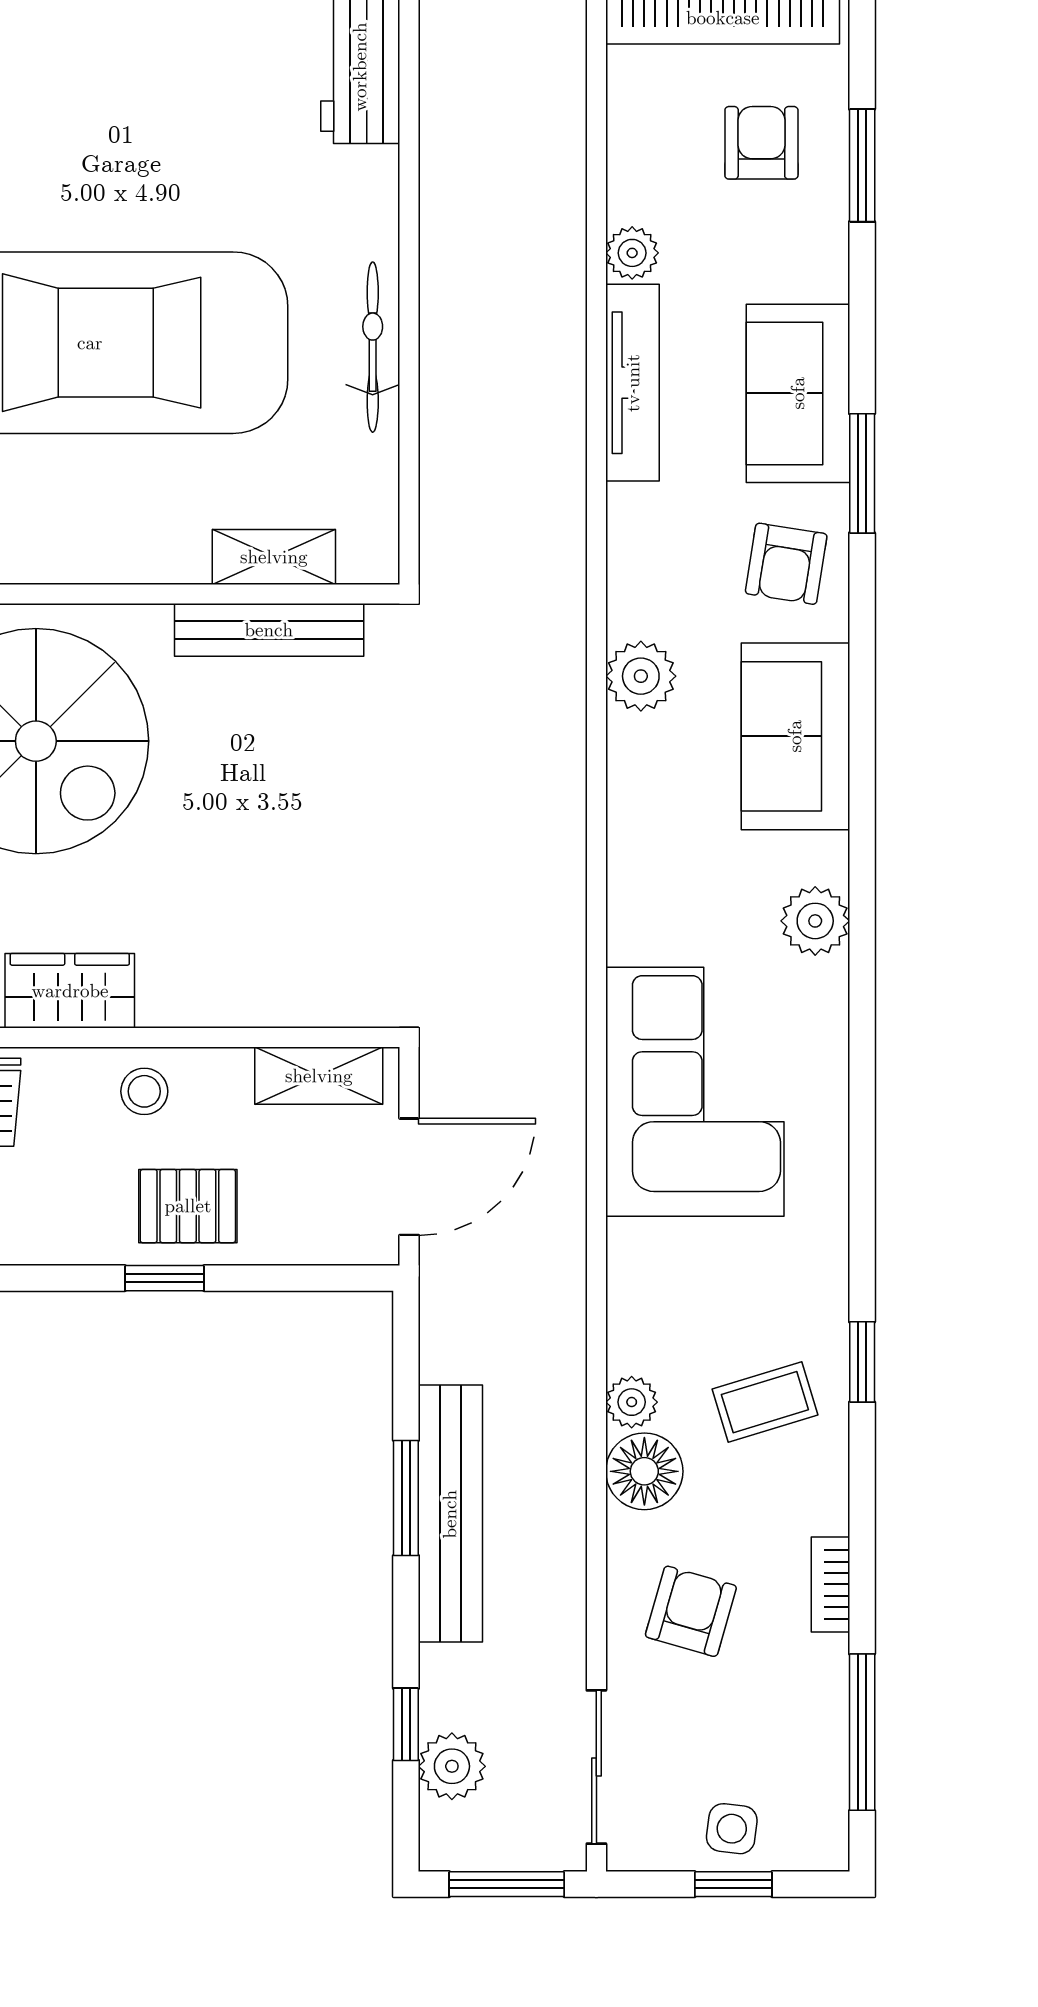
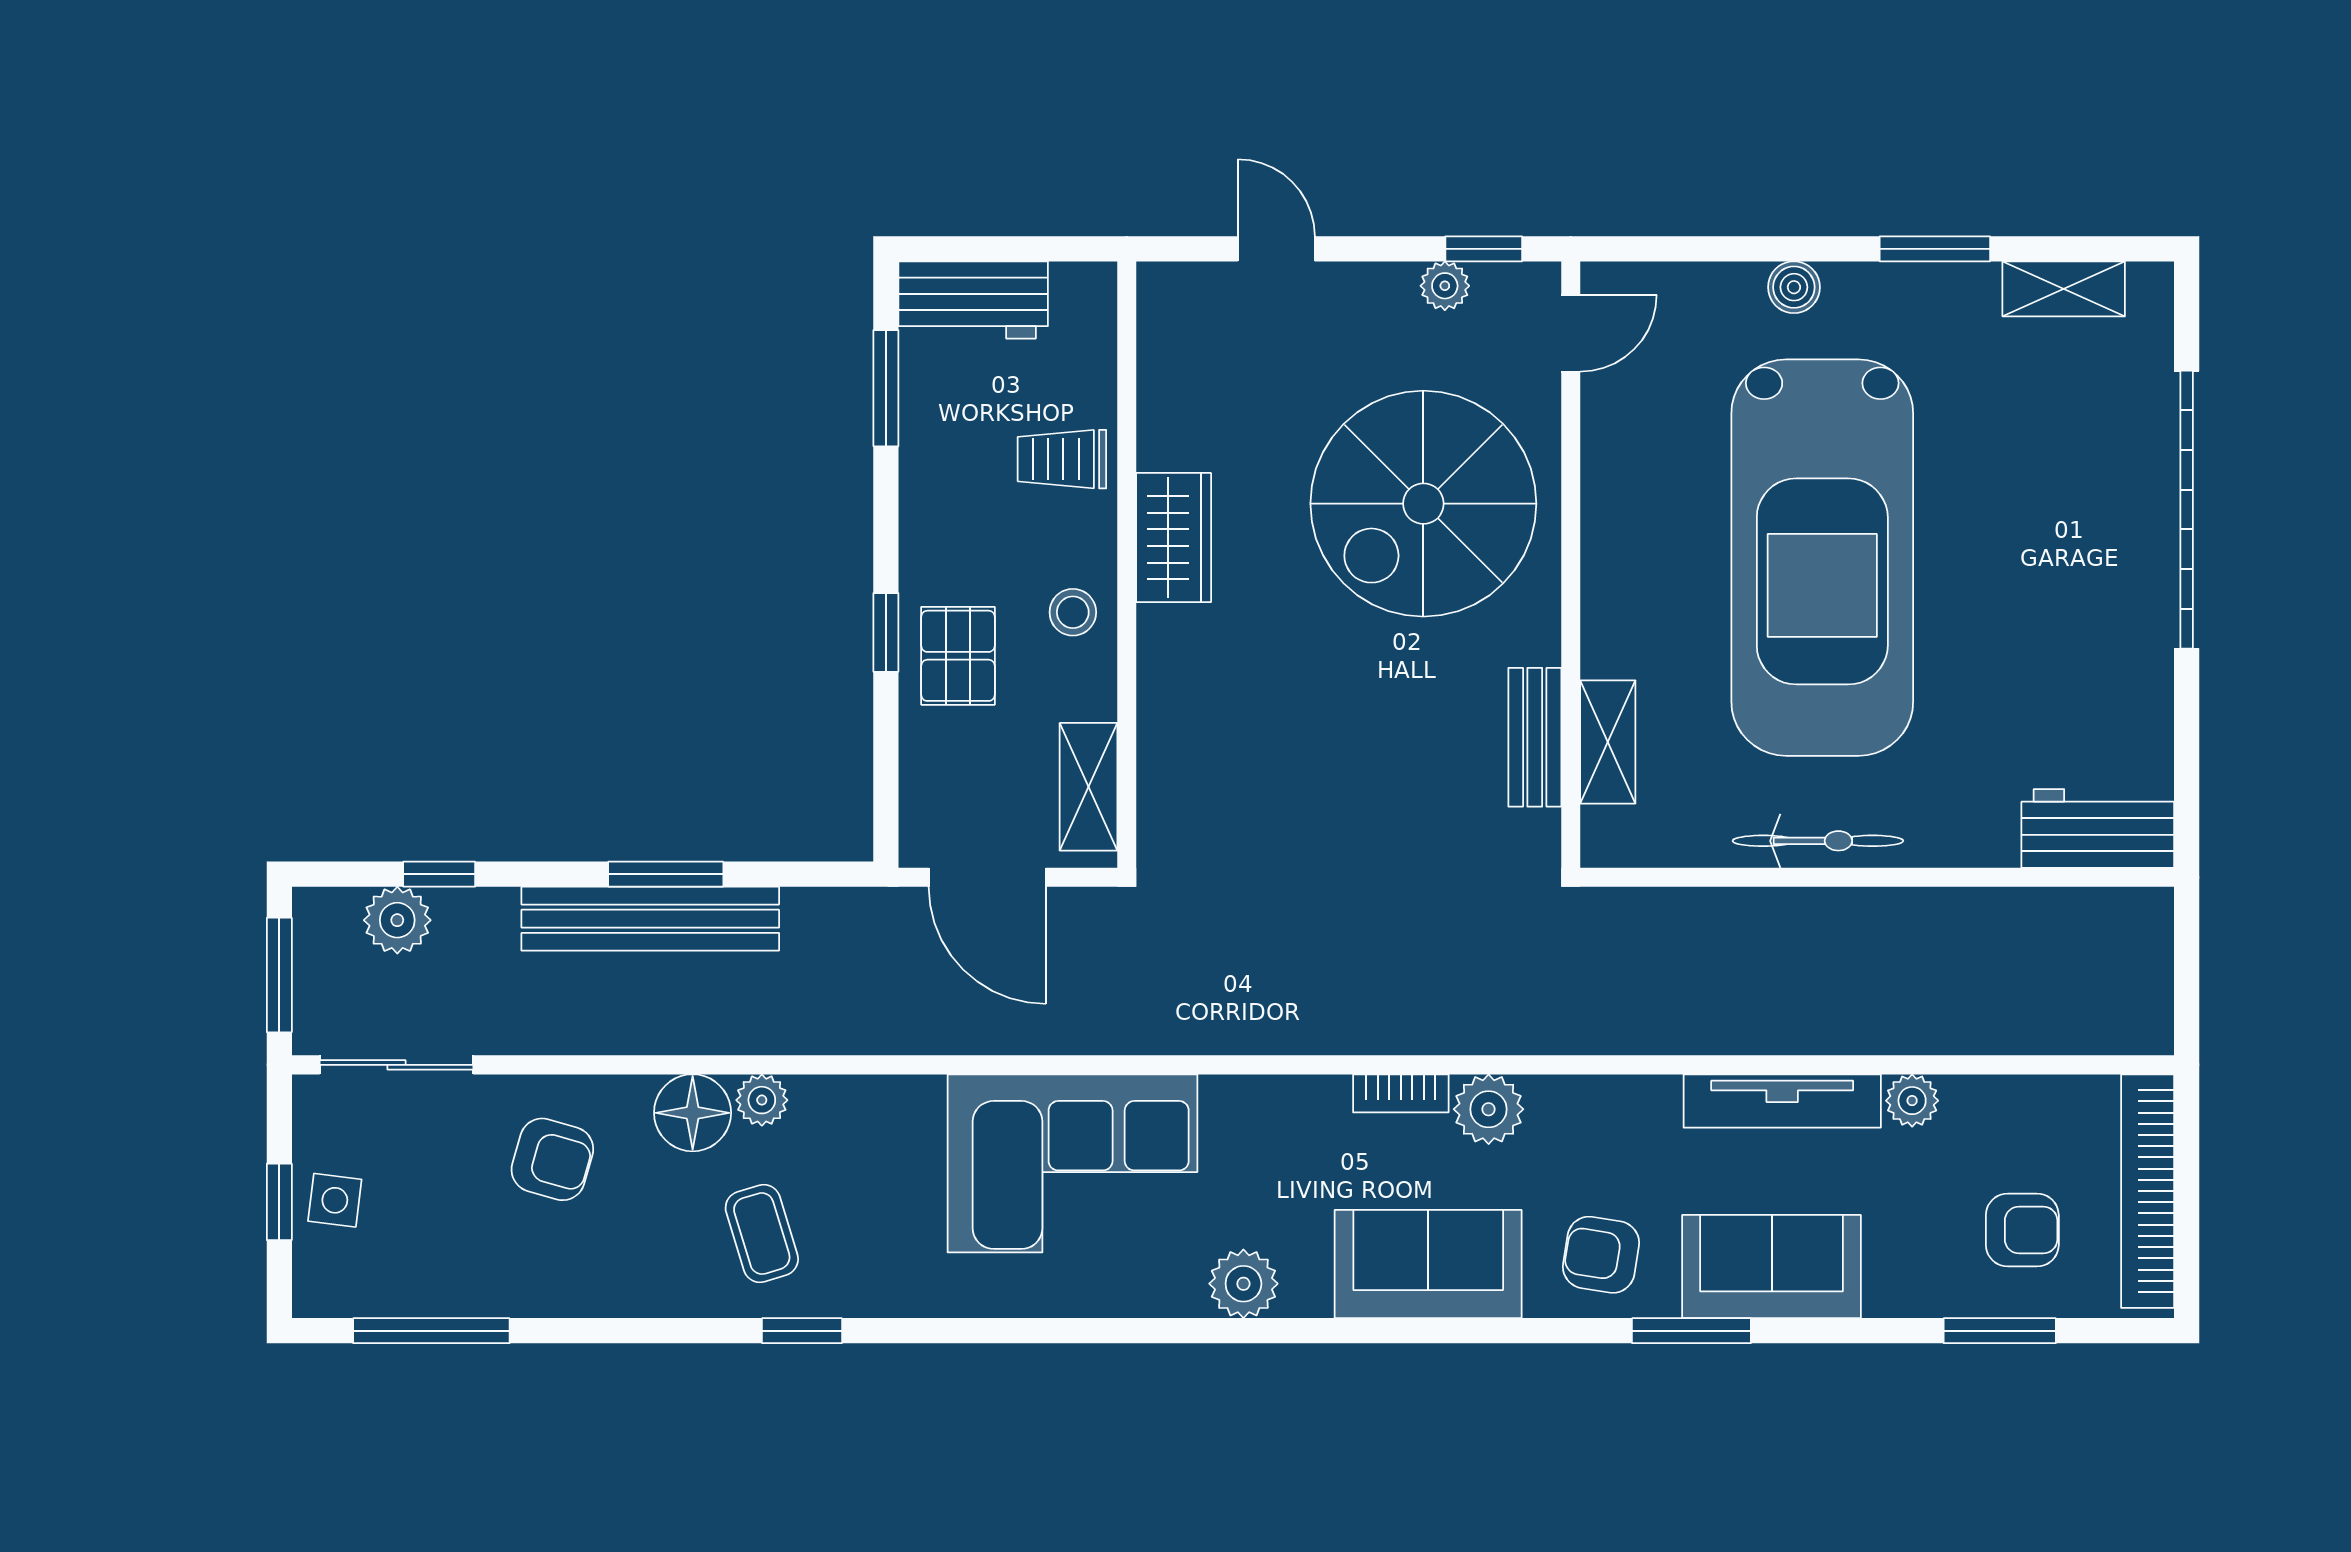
bench: (269, 630) -> (1535, 737), width x0.73
bookcase: (830, 1584) -> (1401, 1093), moved, turned 180

